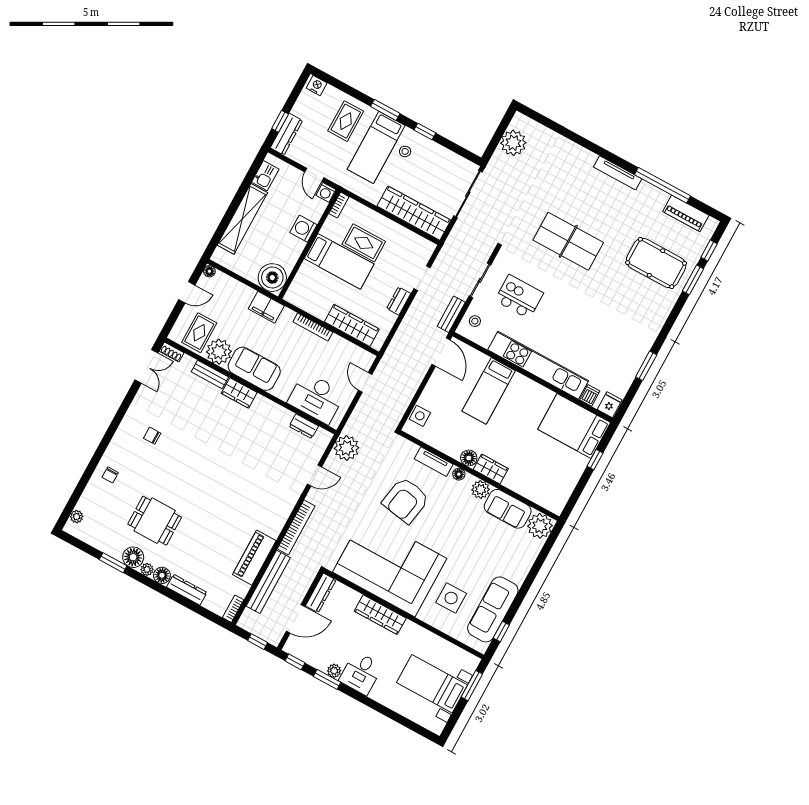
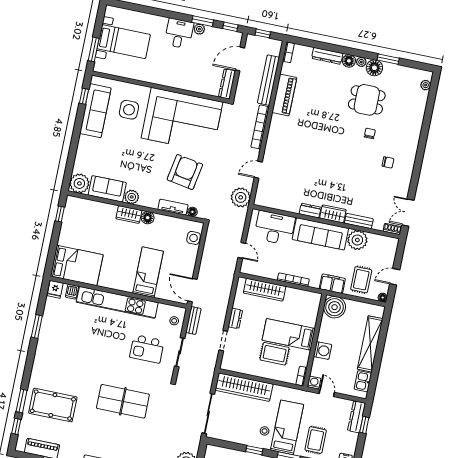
rug: (199, 333) -> (361, 280), moved
sofa: (254, 369) -> (320, 234), width x1.36
dresser: (304, 426) -> (310, 211), moved
window: (595, 460) -> (60, 214), moved
floor lamp: (459, 474) -> (192, 212), moved
chair: (110, 475) -> (370, 133), moved
wardrobe: (380, 615) -> (178, 81), removed

